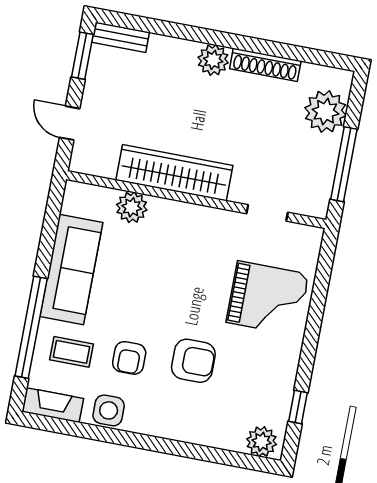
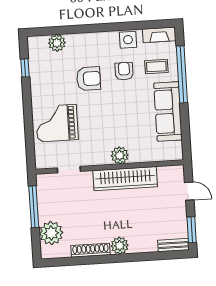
plant: (132, 207) -> (120, 155), moved
armchair: (193, 361) -> (89, 79), turned 180
plant: (262, 442) -> (57, 43), moved

